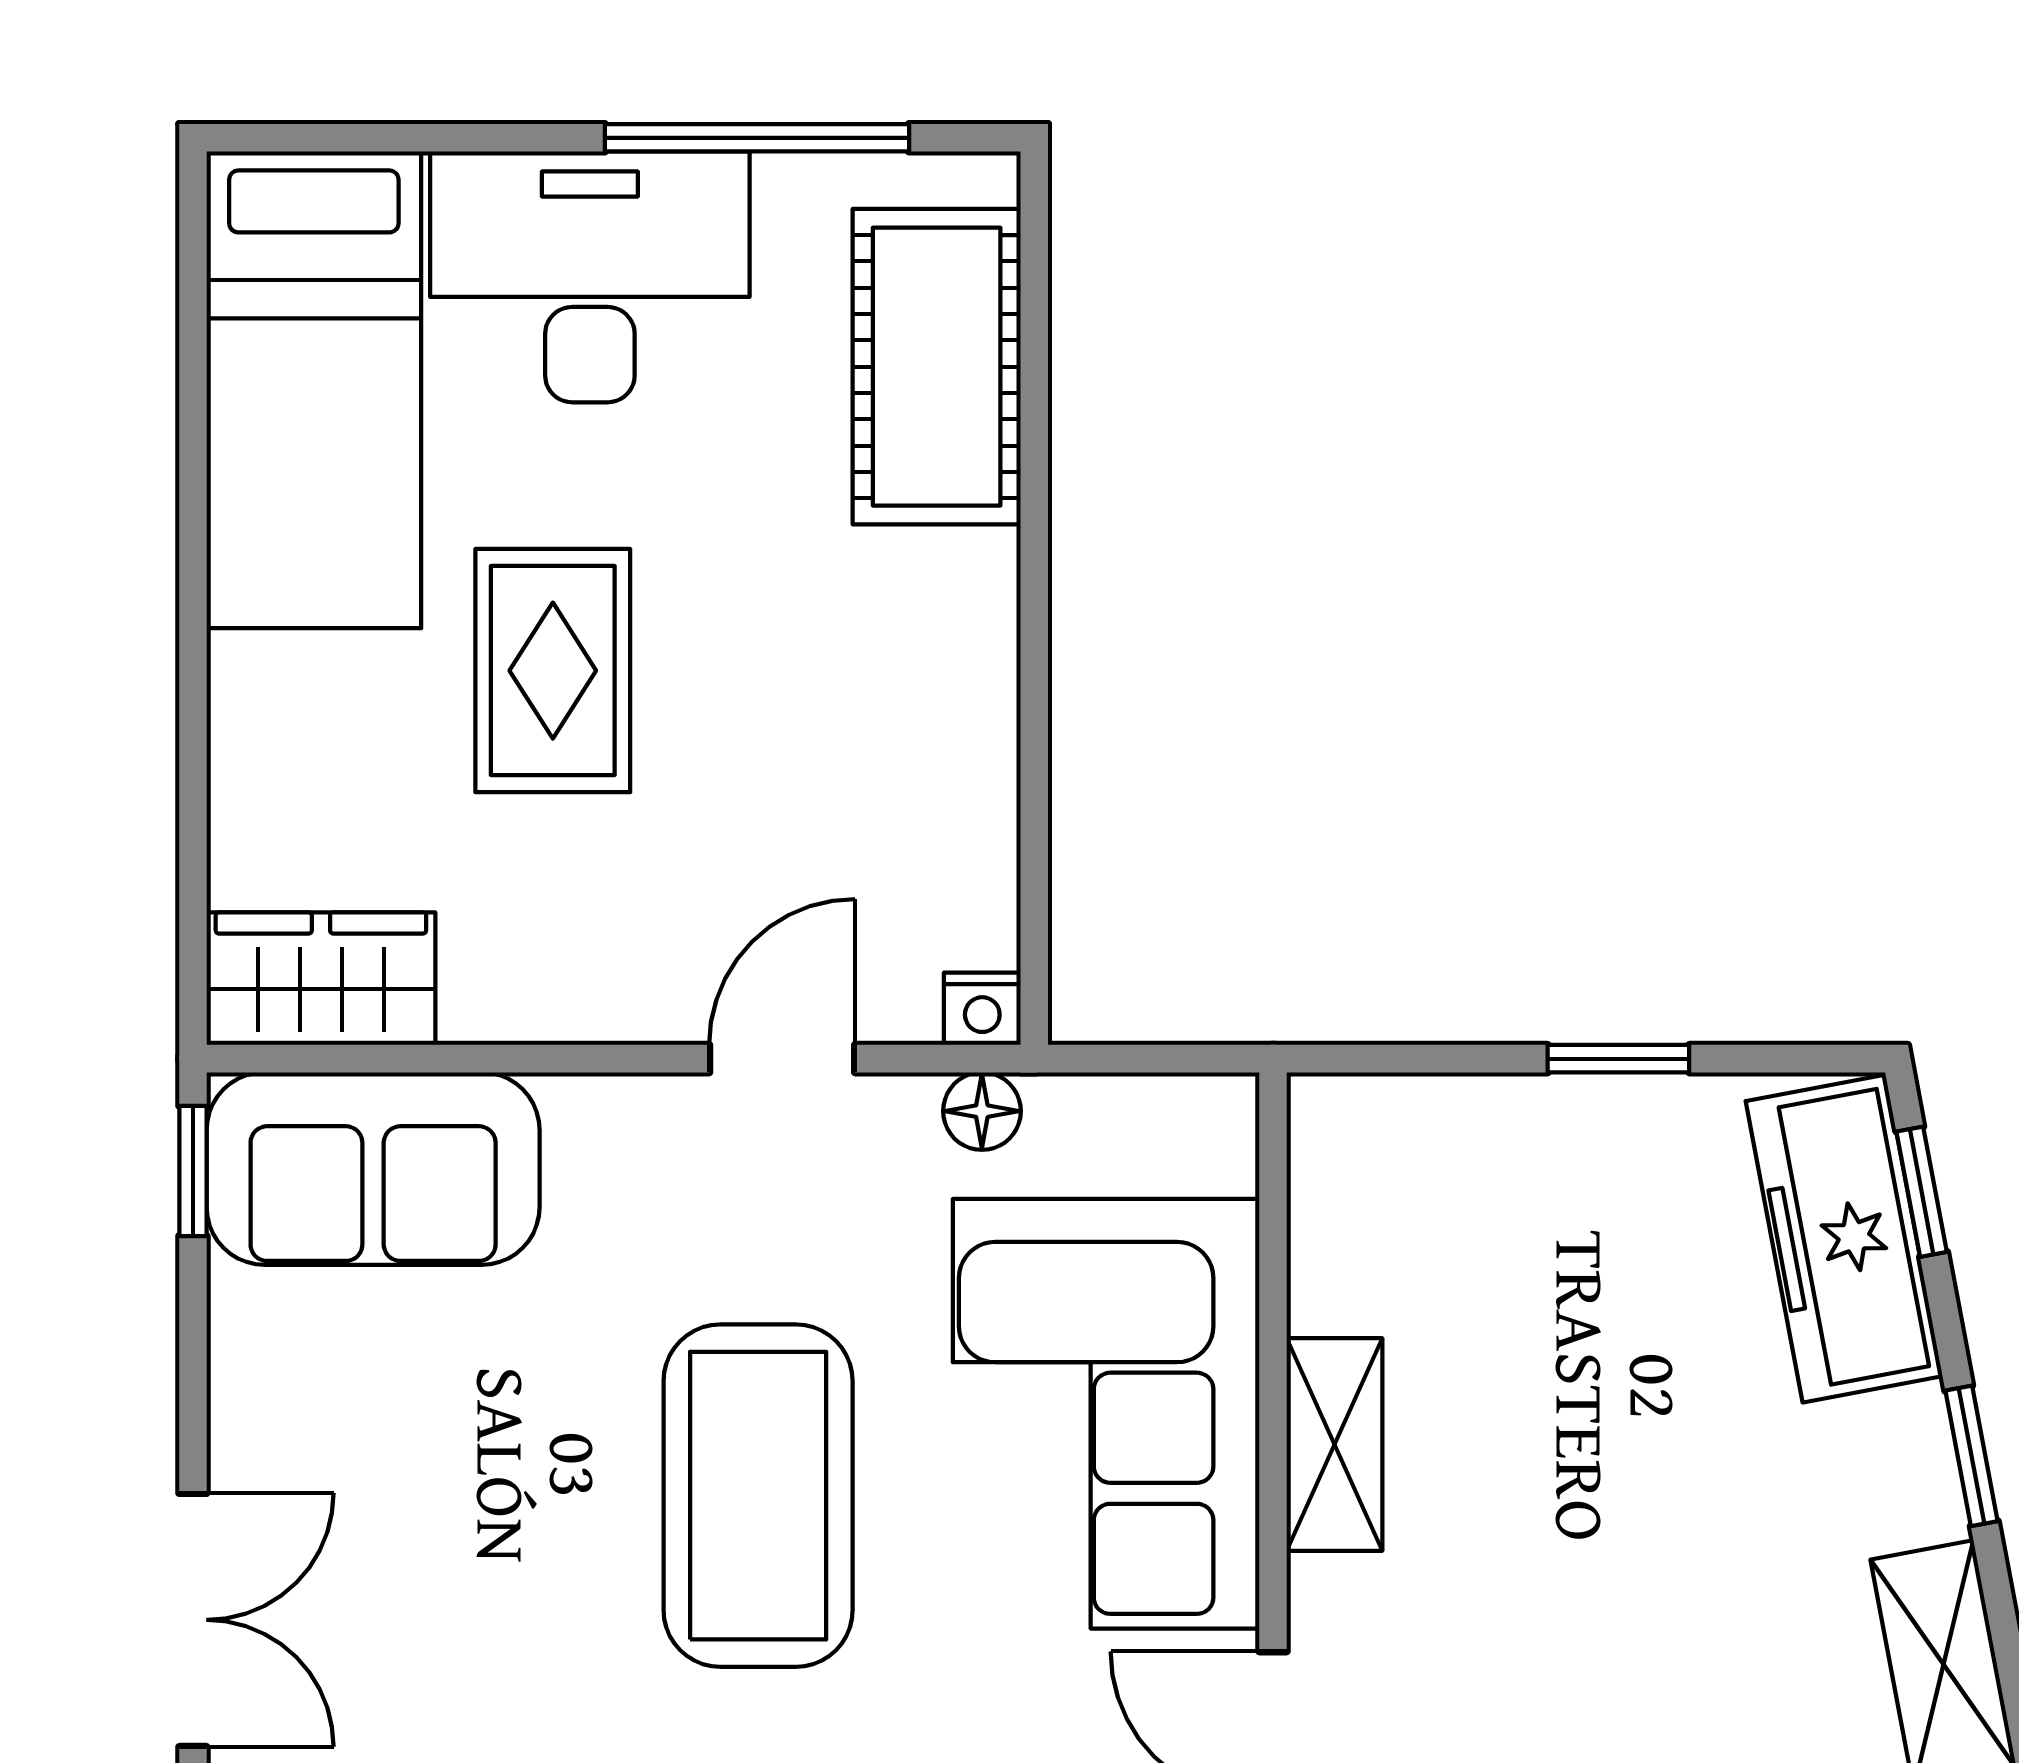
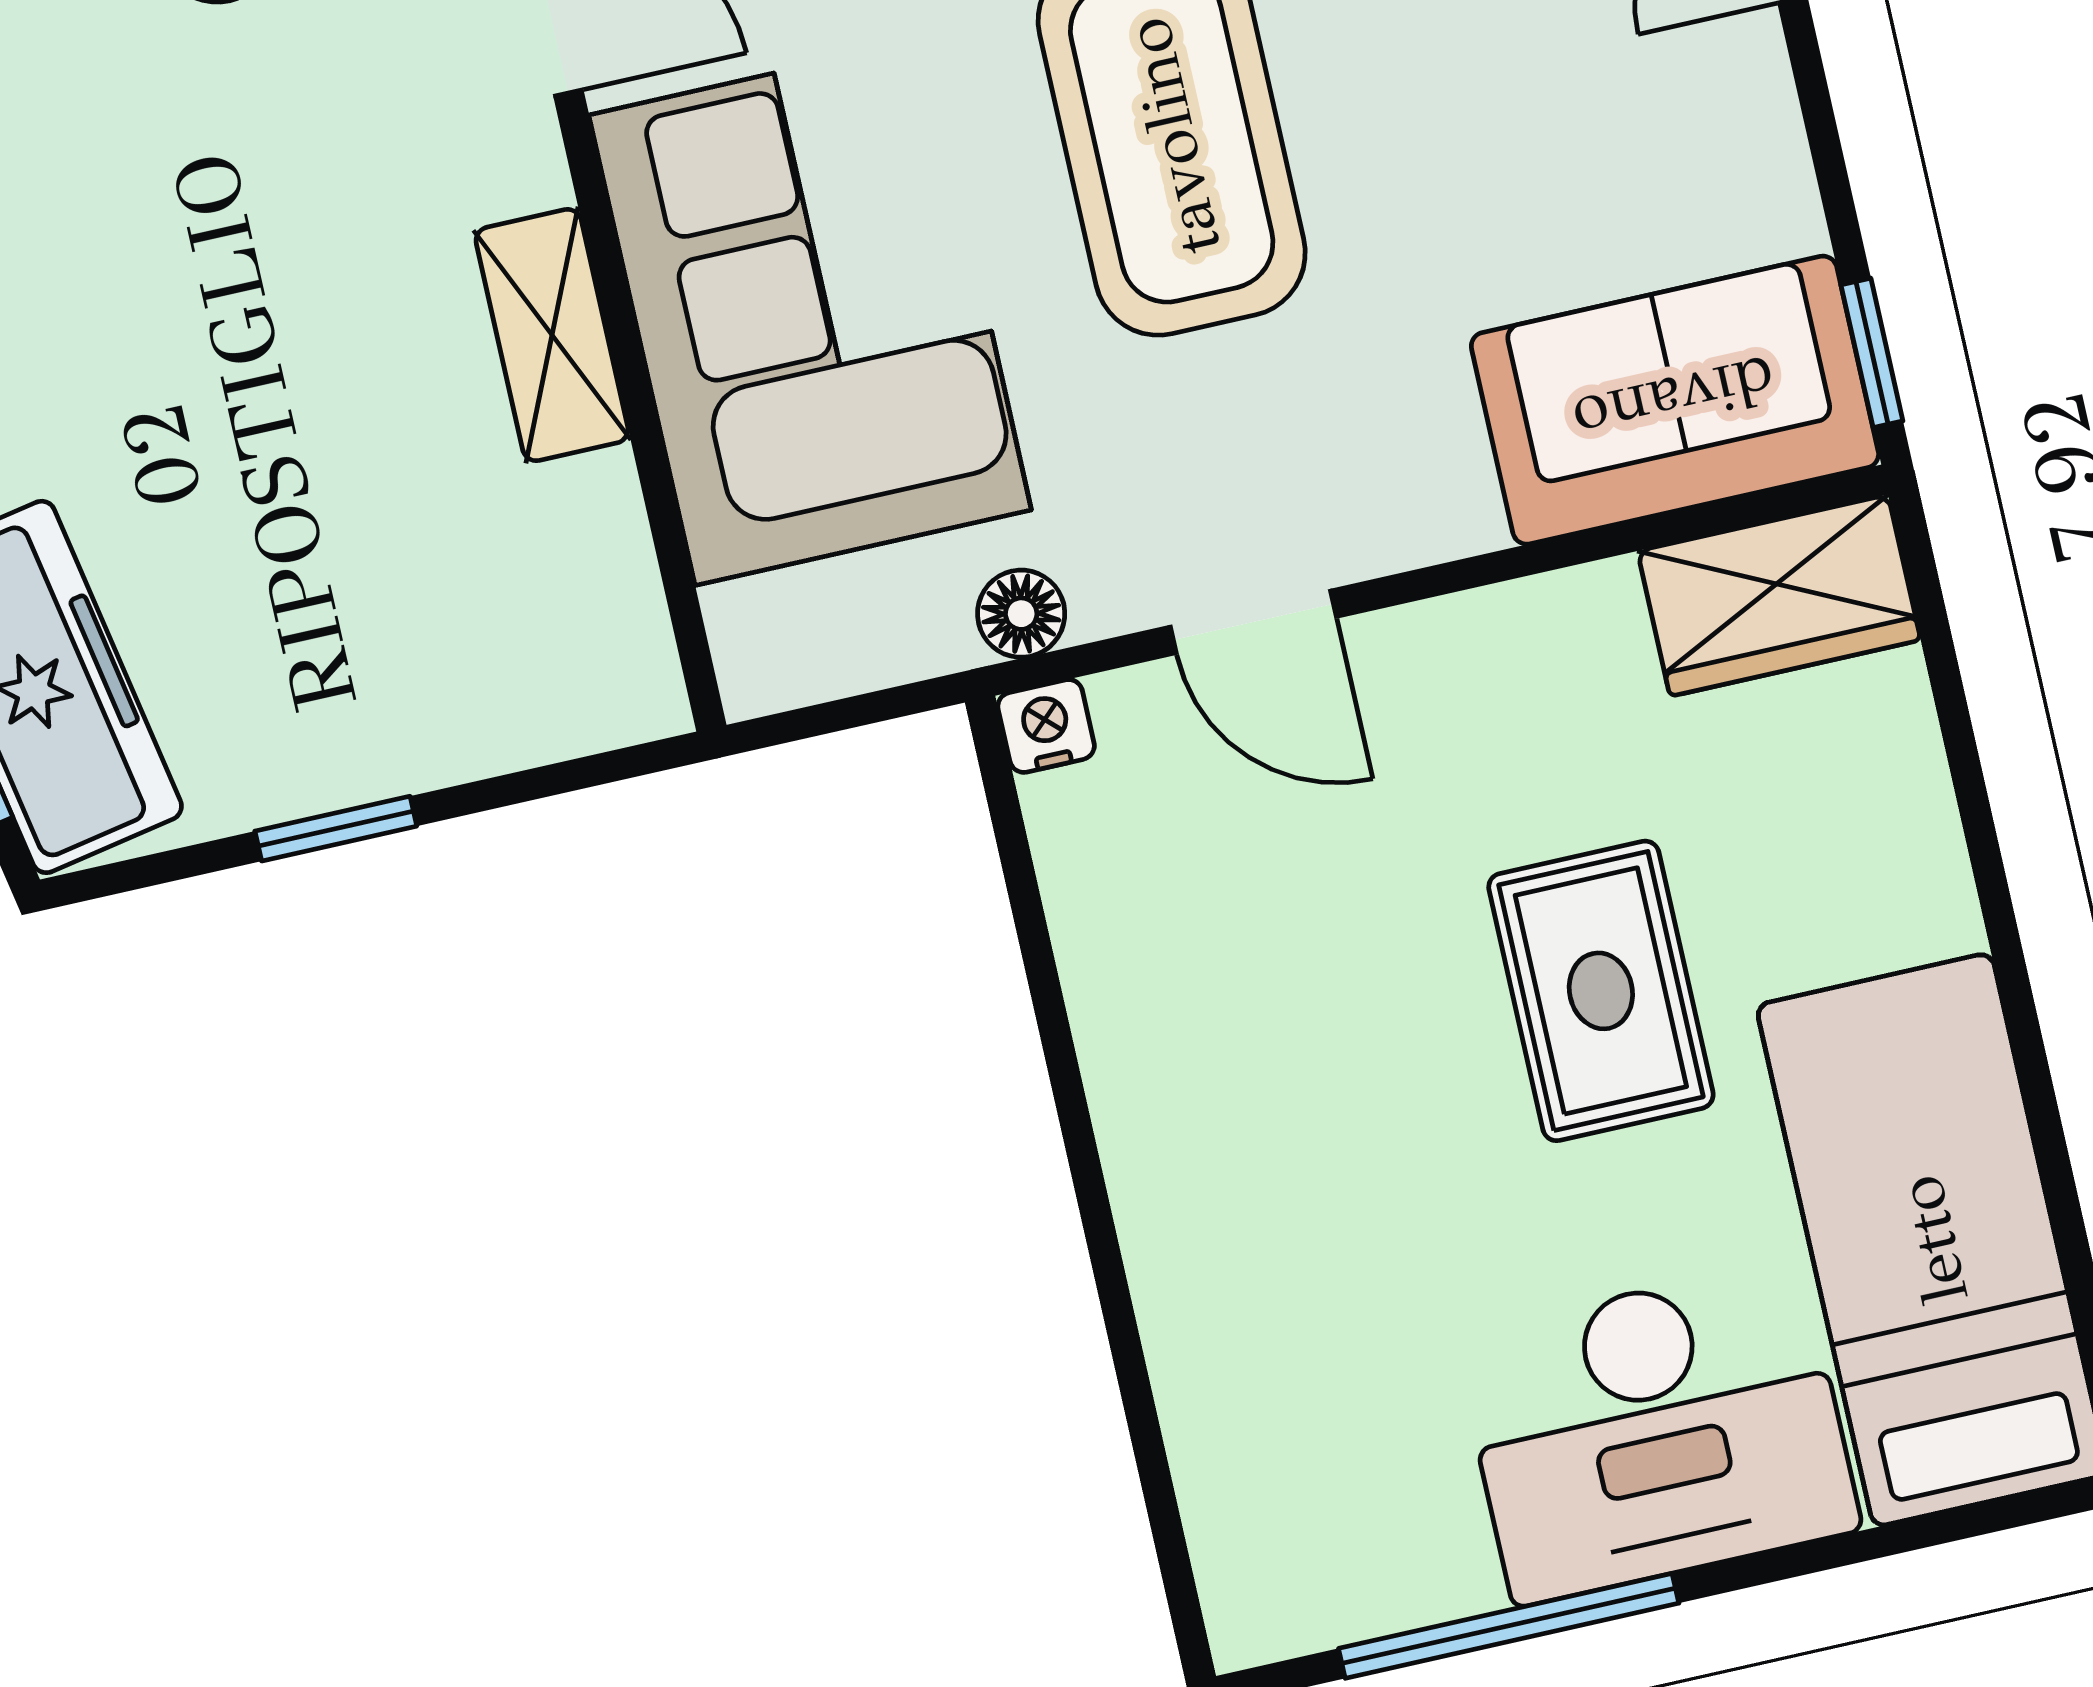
cot: (937, 367) -> (1255, 1419), removed
door: (782, 1059) -> (1253, 622), hinge flipped

